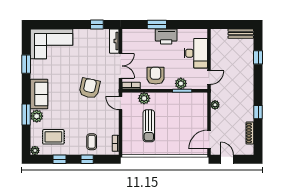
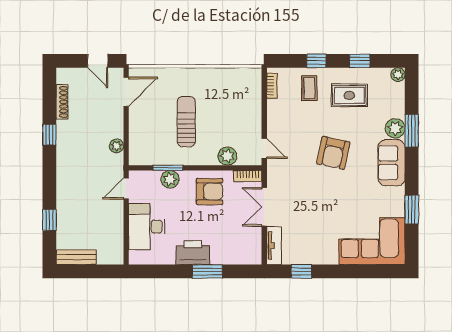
armchair: (156, 76) -> (210, 191), turned -90
armchair: (89, 88) -> (333, 153), moved
sun lounger: (149, 126) -> (186, 122), moved
rug: (53, 137) -> (349, 95), moved

